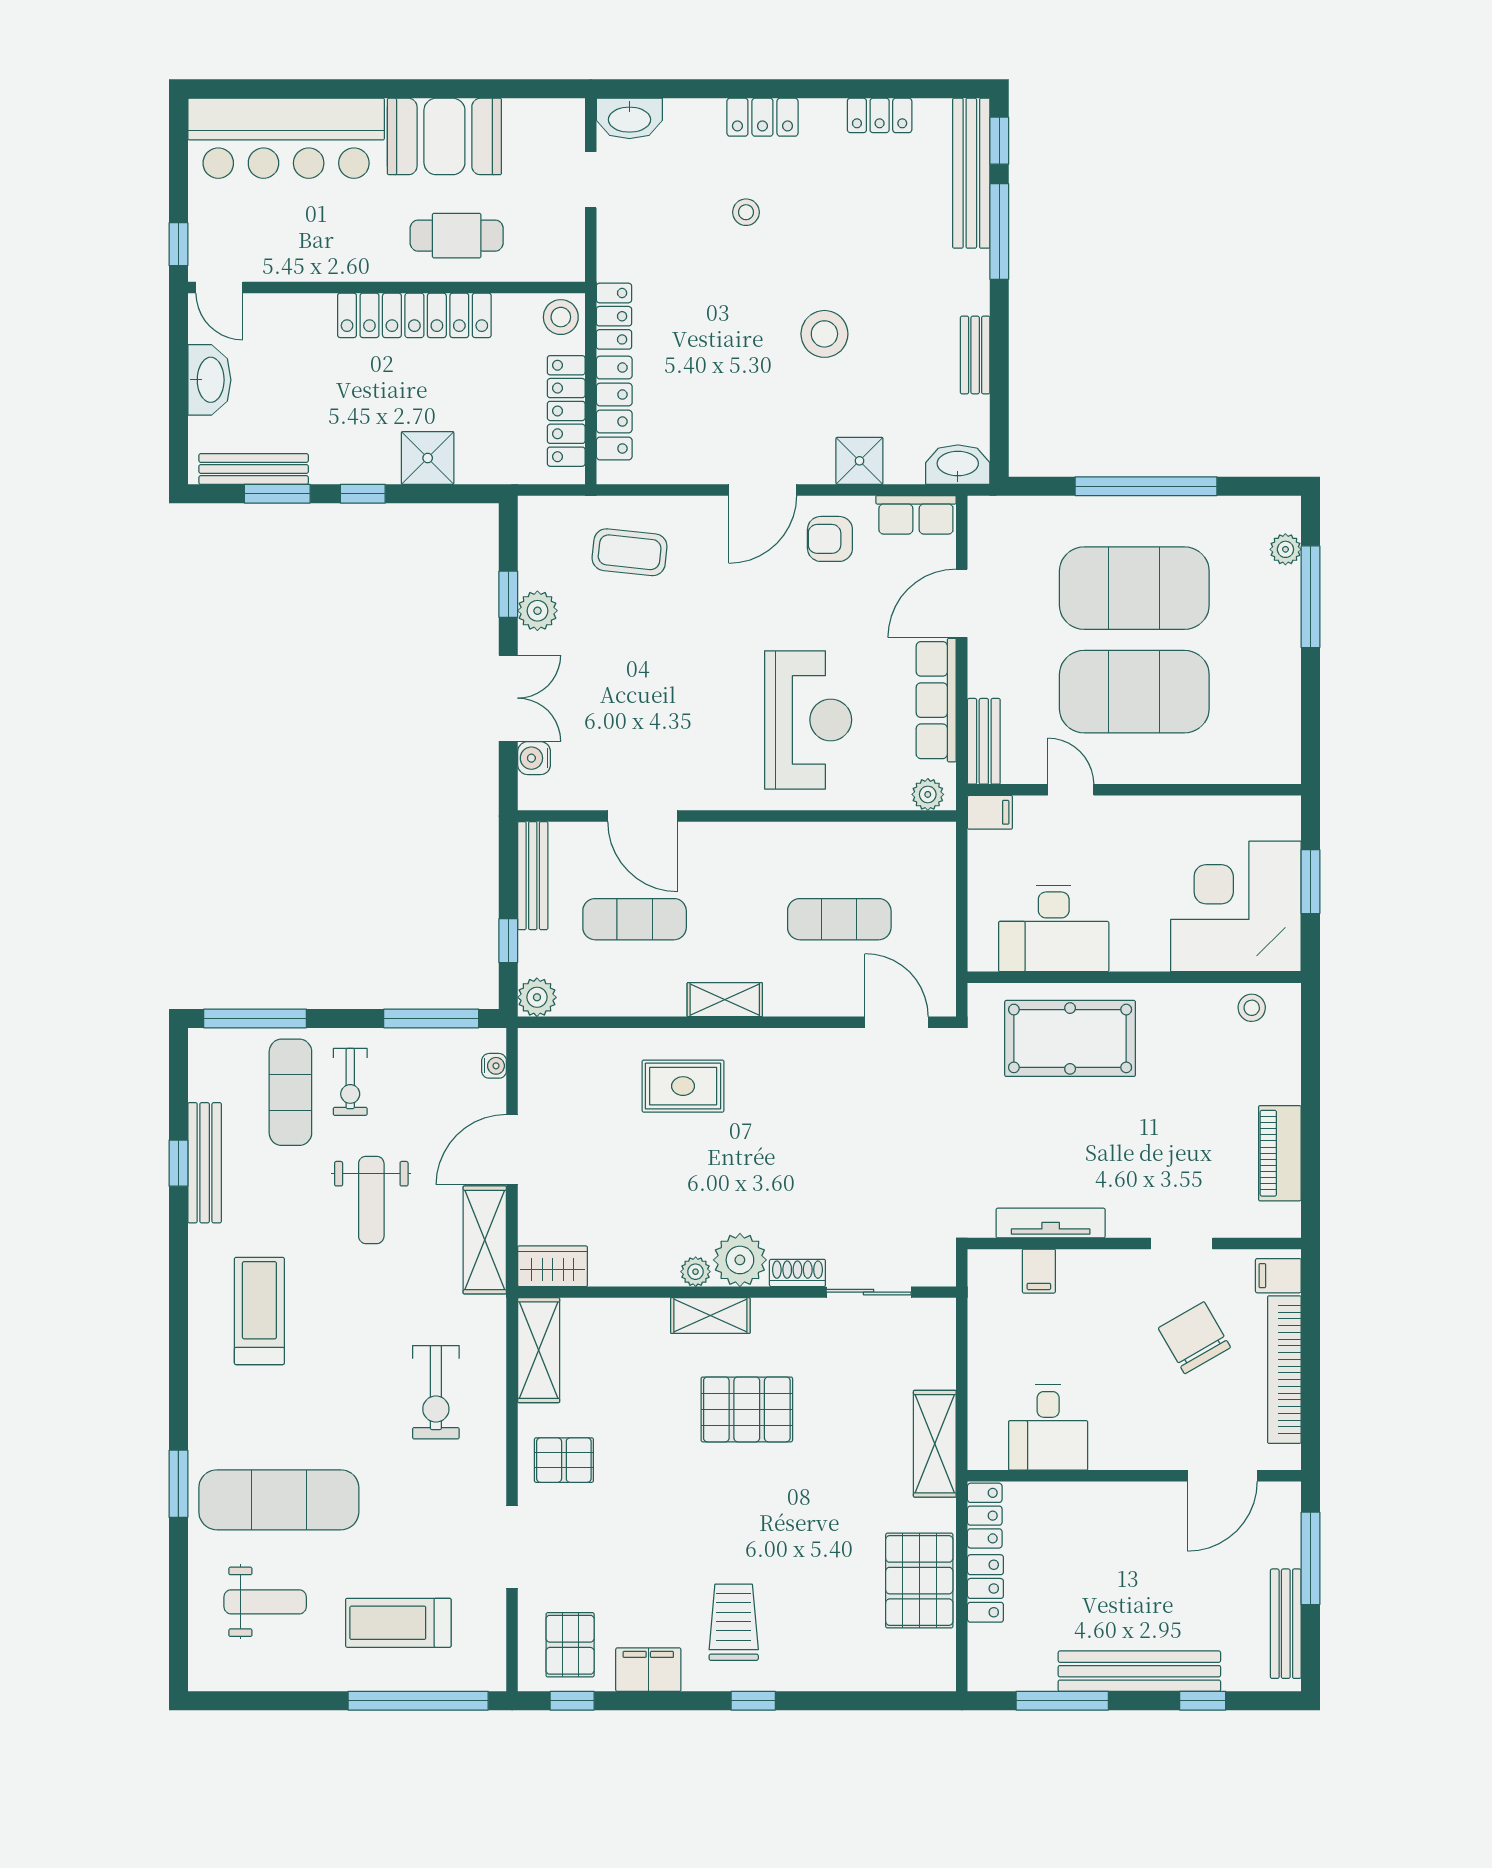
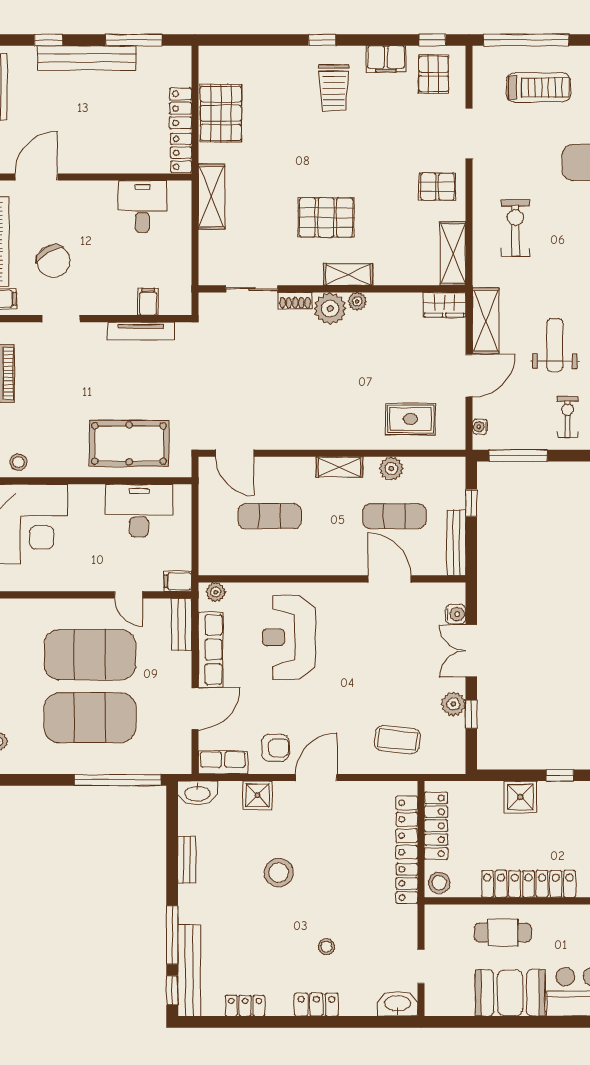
window: (1146, 486) -> (118, 780), moved
plant: (537, 997) -> (391, 469), moved
rug: (683, 1086) -> (410, 419), moved

